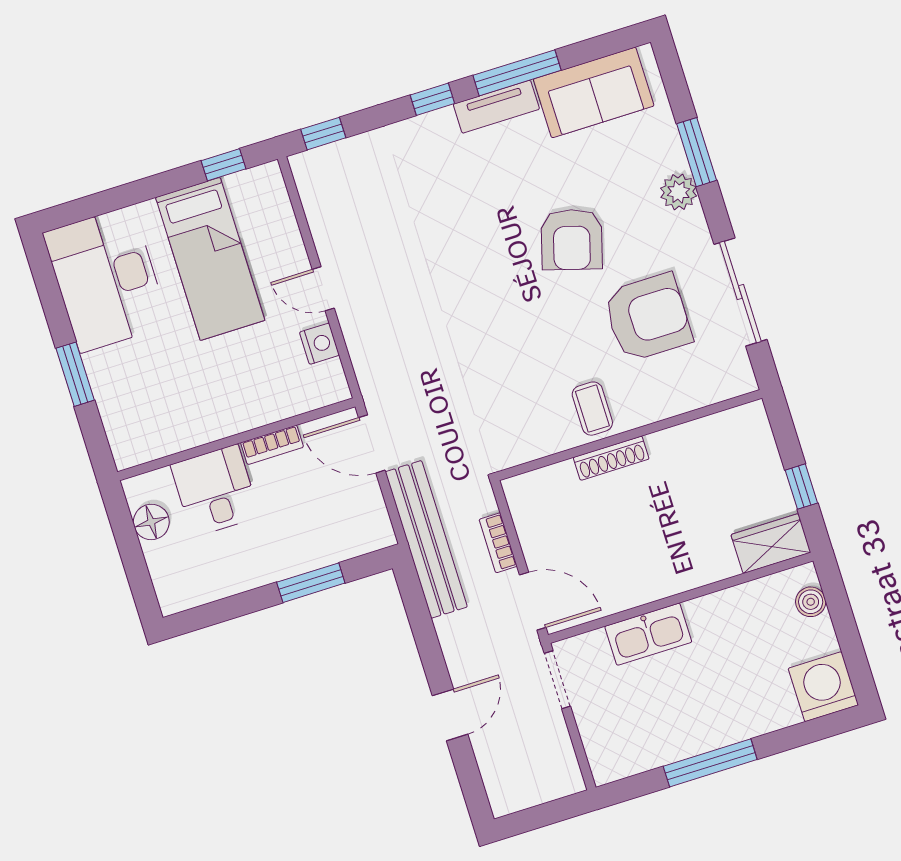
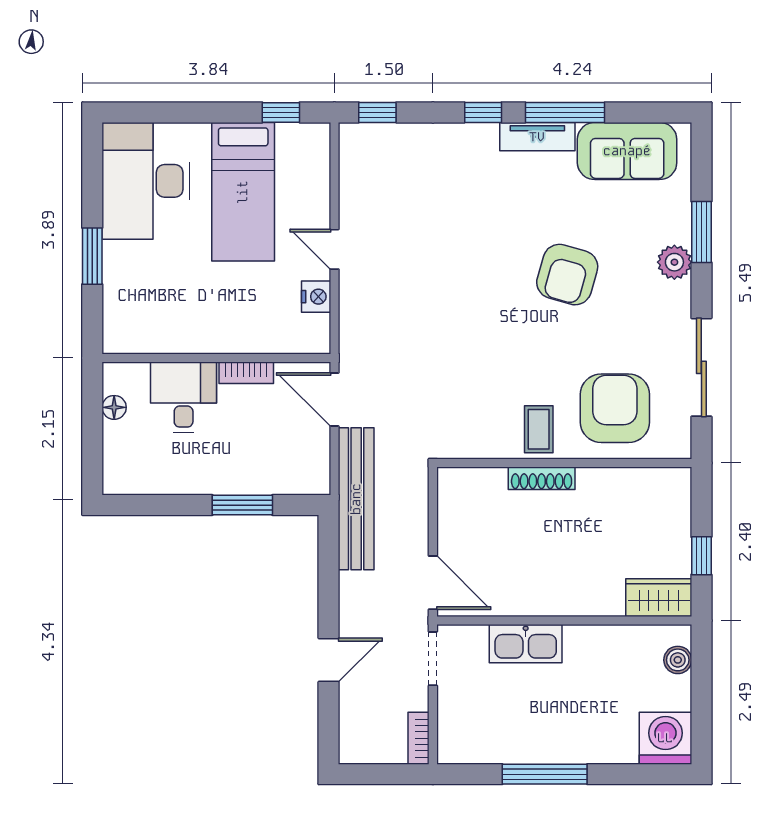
armchair: (648, 317) -> (615, 408), moved, turned -90
floor lamp: (151, 522) -> (114, 407), width x0.73, depth x0.73
bookcase: (498, 543) -> (419, 738), moved

